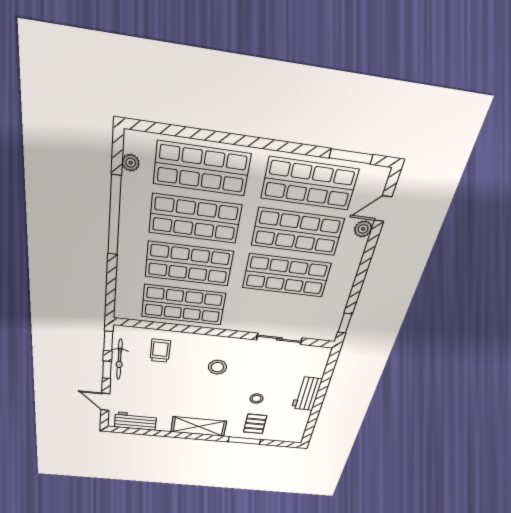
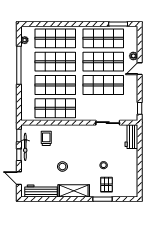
door: (383, 209) -> (140, 69), moved
stool: (217, 367) -> (62, 167), moved
workbench: (307, 394) -> (131, 137), moved
workbench: (135, 421) -> (41, 191), width x1.37

